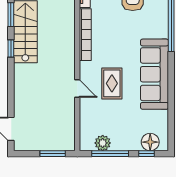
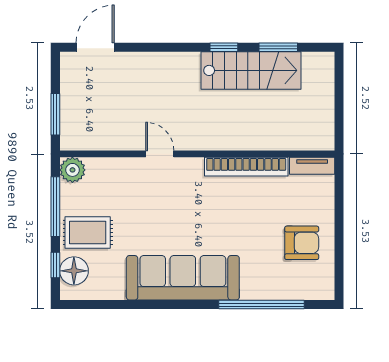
rug: (112, 83) -> (88, 233), moved
door: (77, 89) -> (160, 154), swing flipped
plant: (103, 143) -> (72, 170), moved

